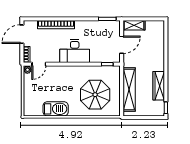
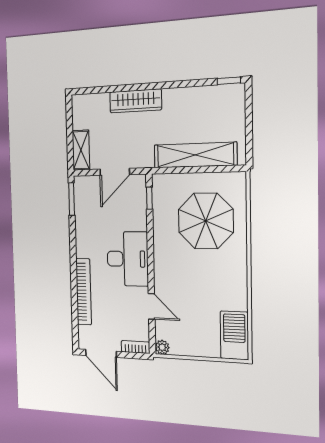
door: (122, 45) -> (115, 172), swing flipped
door: (39, 64) -> (152, 306), moved
wardrobe: (159, 86) -> (136, 101), moved
barbecue: (56, 109) -> (234, 335), moved

